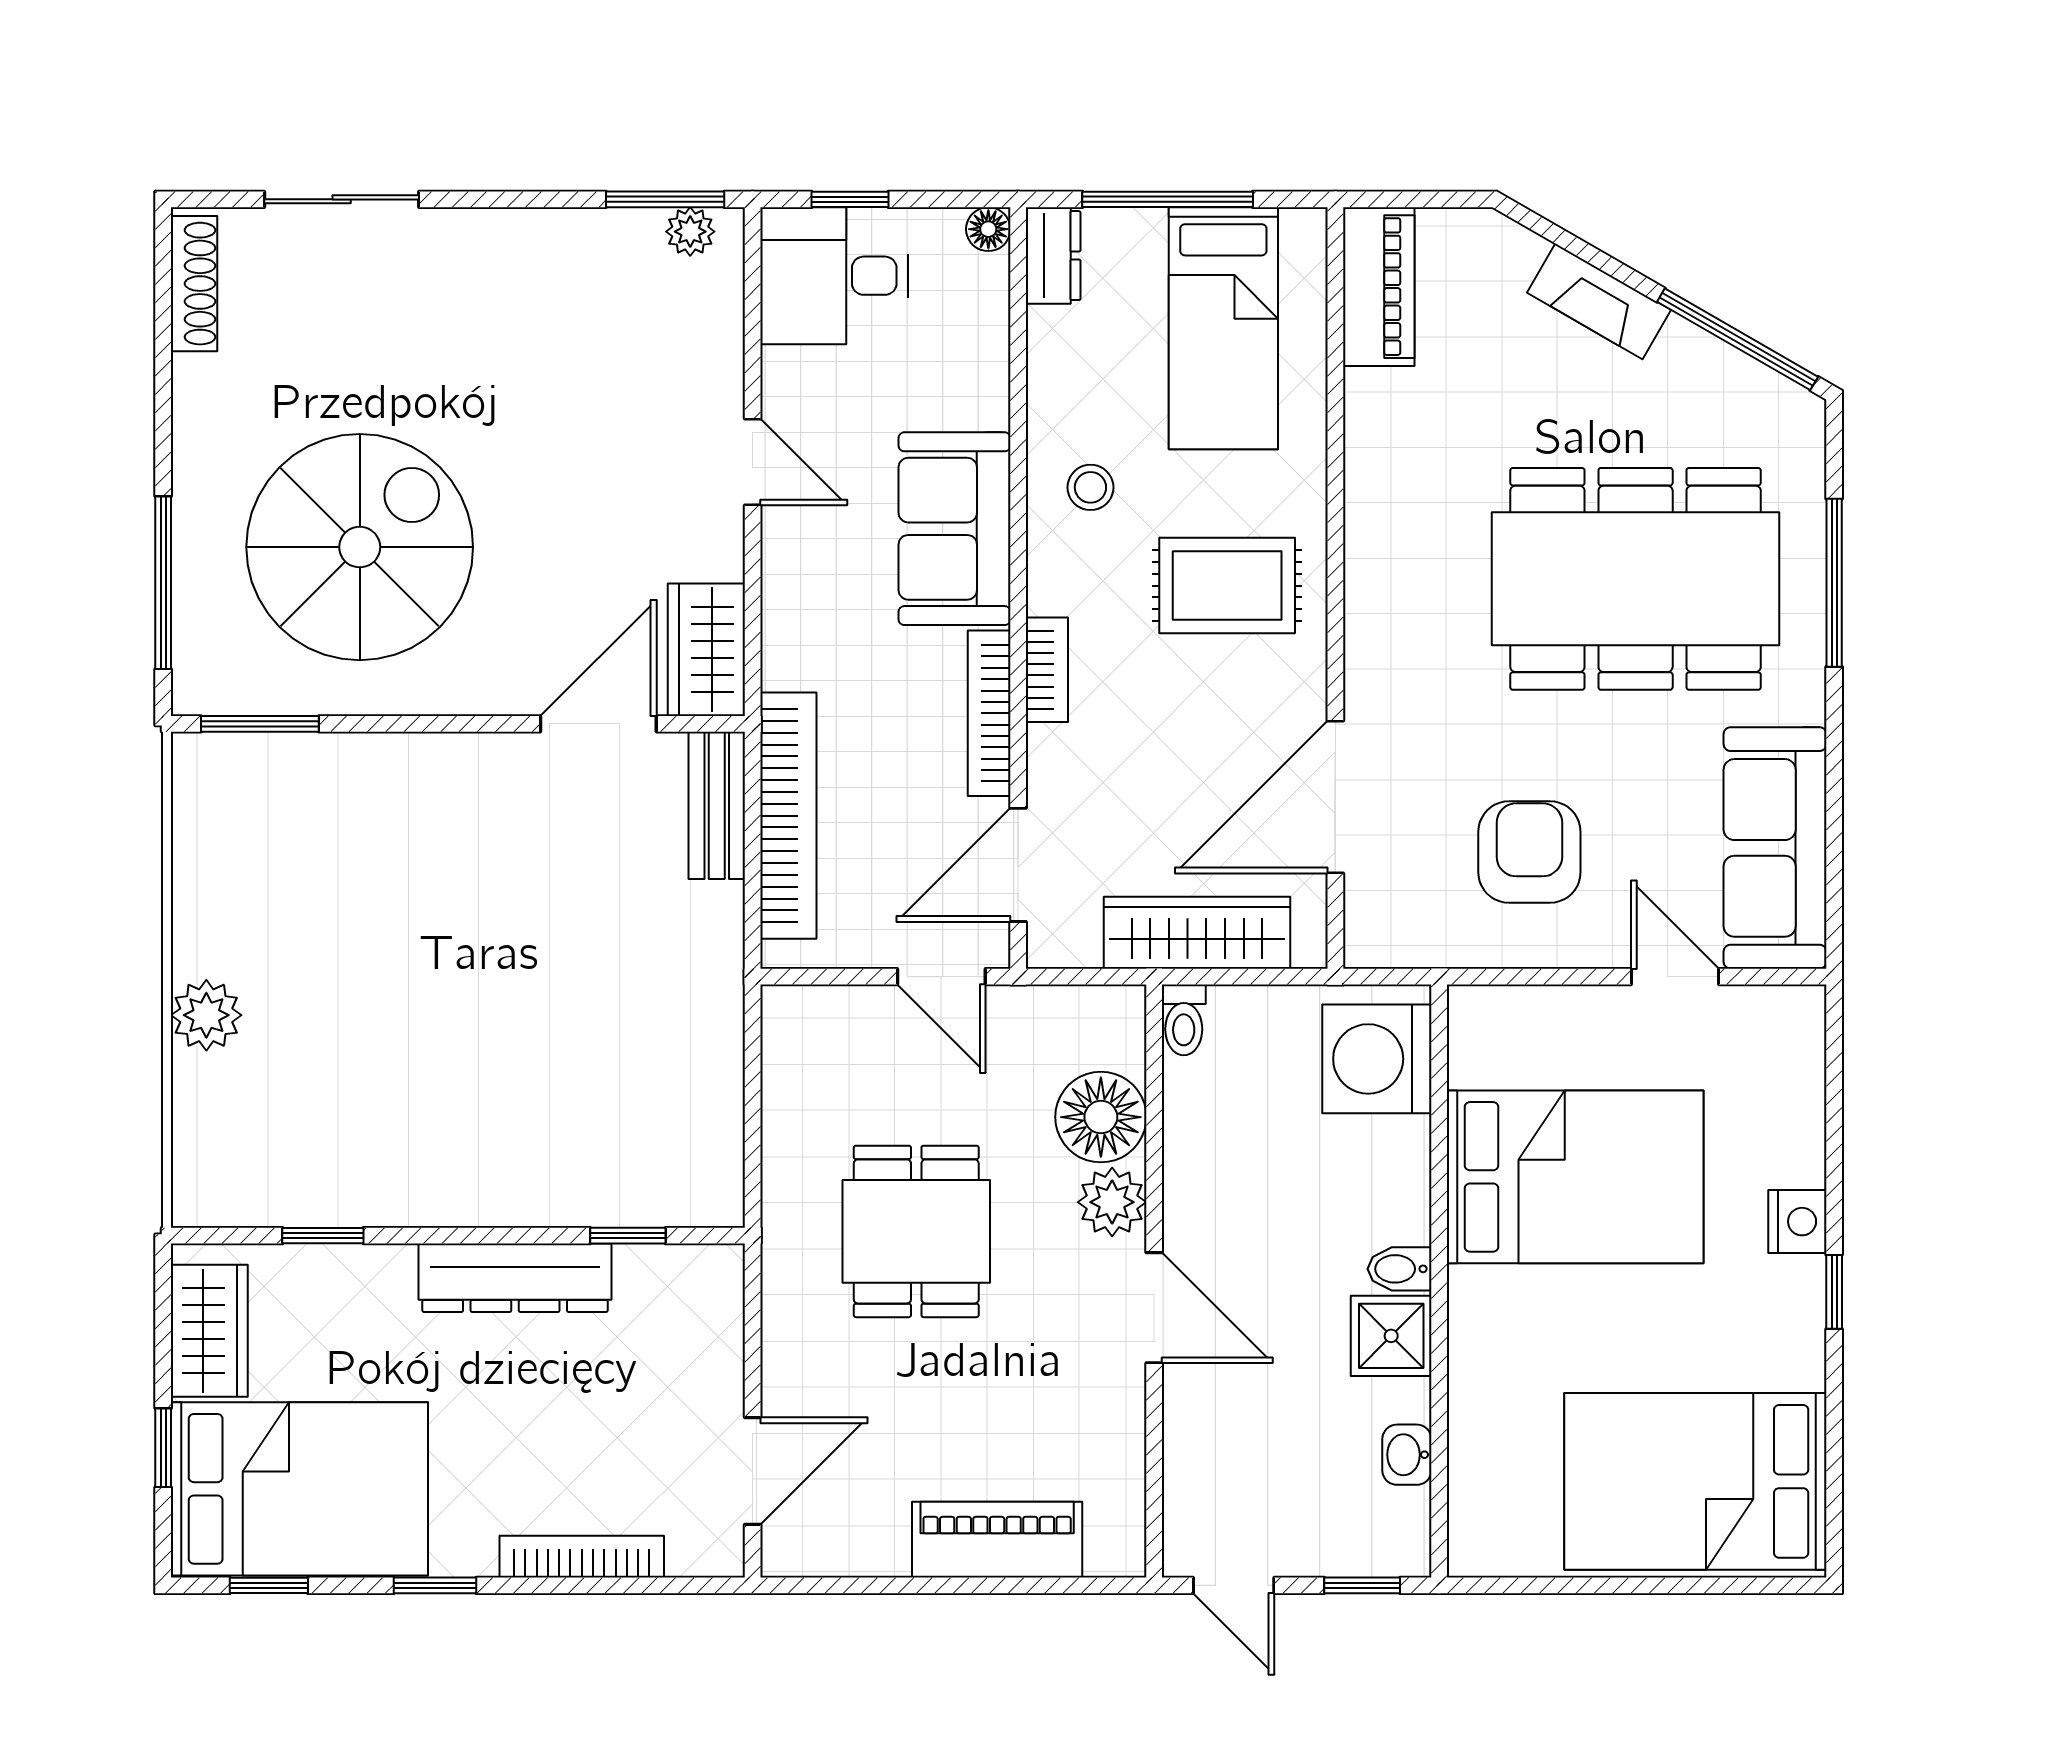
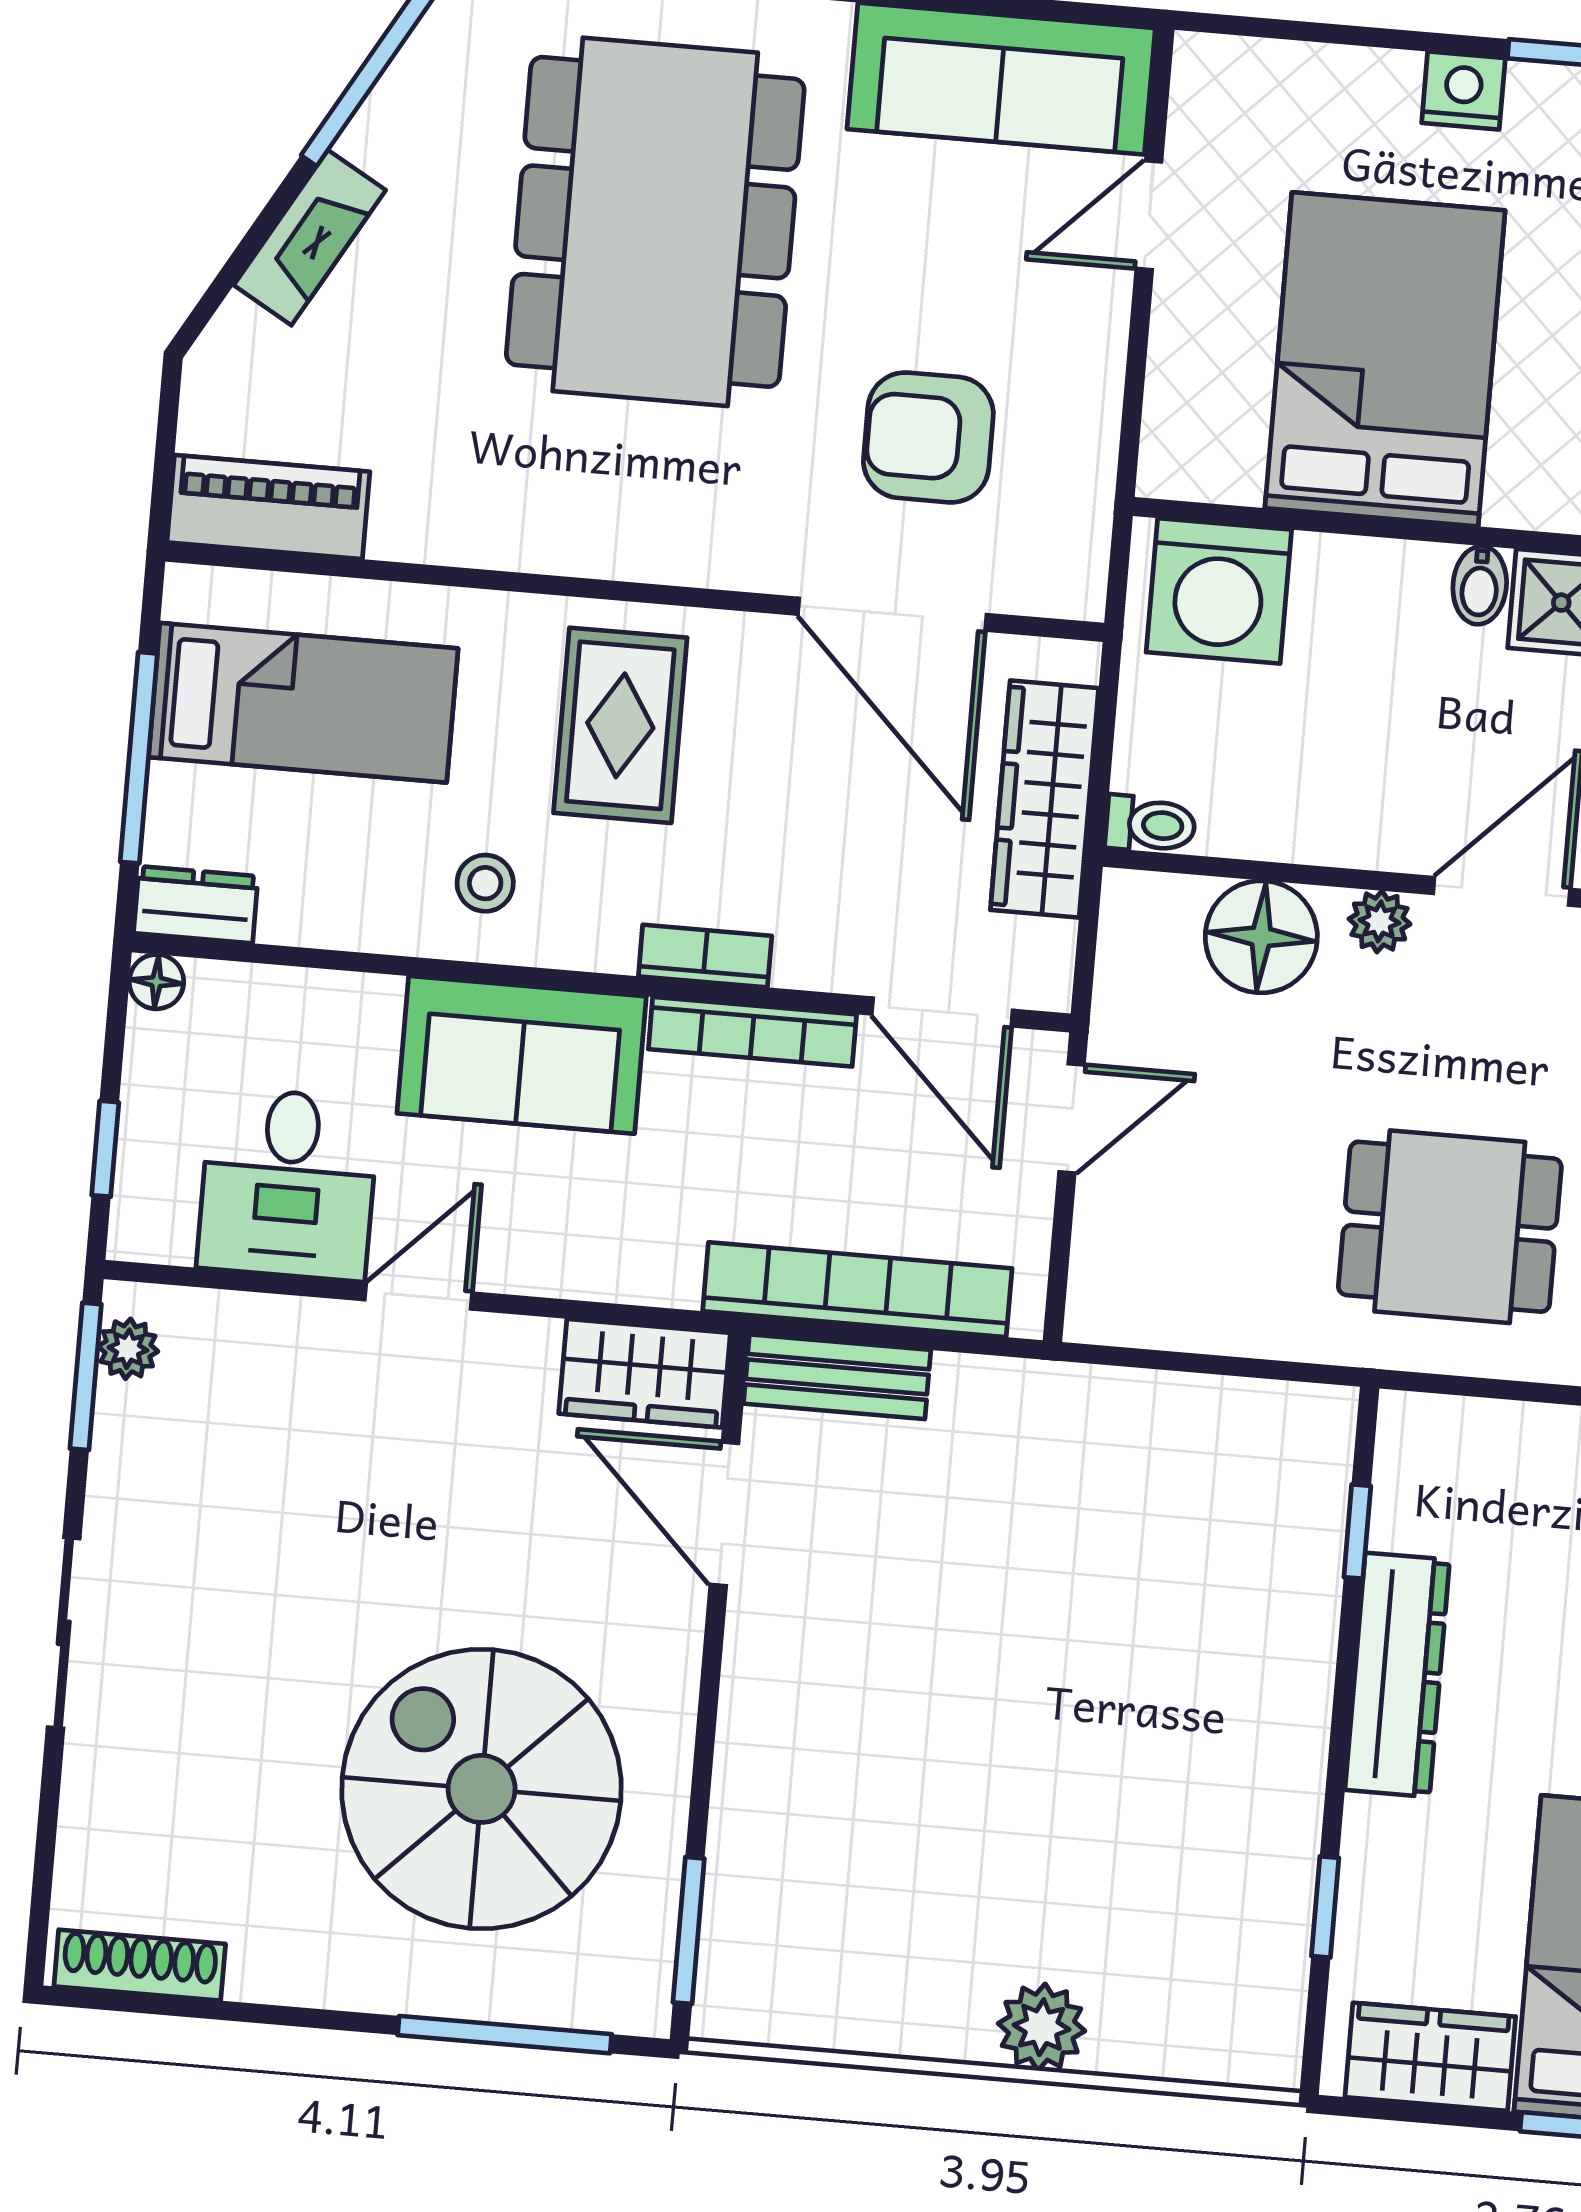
sliding door: (342, 199) -> (64, 1633), moved
desk: (834, 276) -> (288, 1184), moved
armchair: (1529, 852) -> (928, 437), moved
plant: (1112, 1202) -> (1380, 922), width x0.73, depth x0.73
dining table: (916, 1231) -> (1450, 1227), moved

